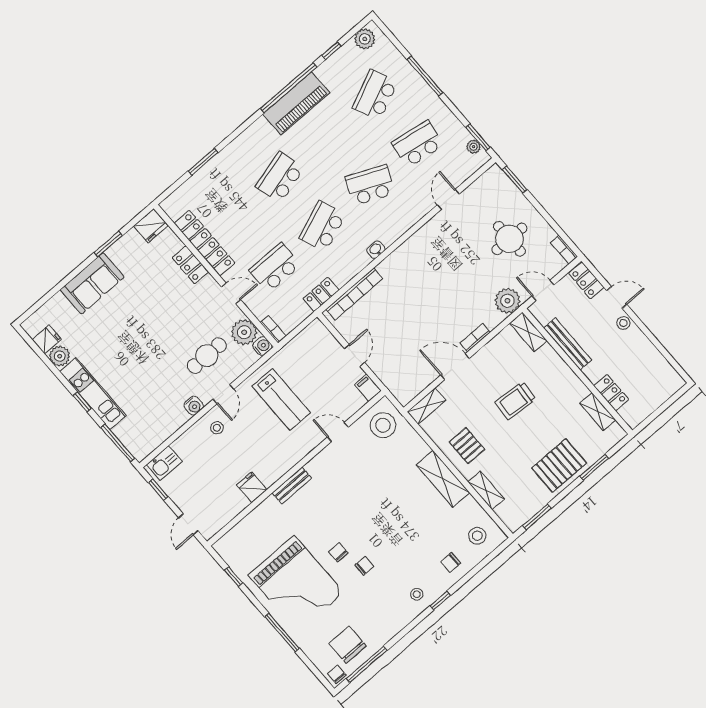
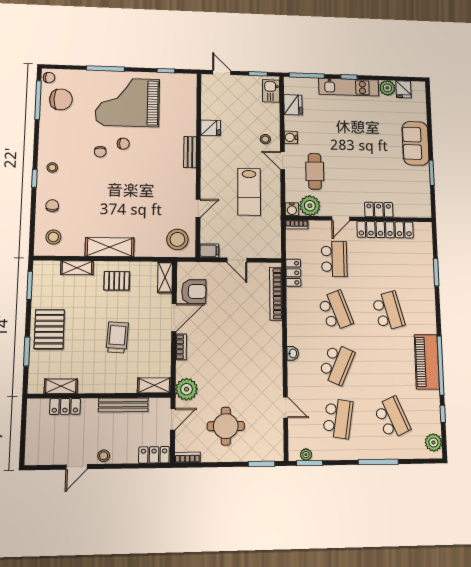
fridge: (151, 226) -> (293, 105), moved, turned 180
washbasin: (376, 250) -> (293, 353), moved
door: (617, 297) -> (77, 467), moved
armchair: (417, 369) -> (194, 291), added
lab bench: (281, 399) -> (249, 192), turned -90

